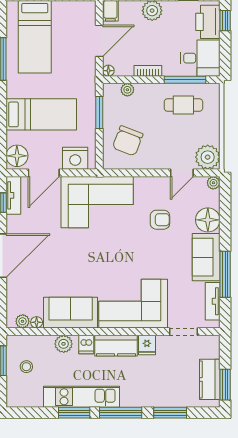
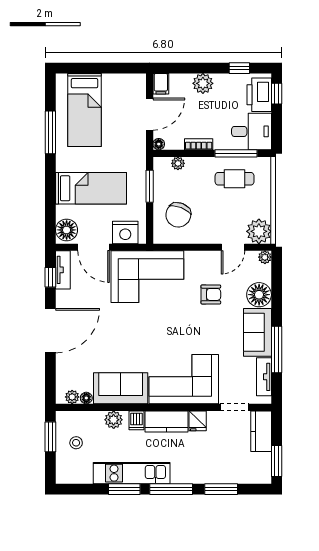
door: (44, 173) -> (94, 247), hinge flipped
kitchen counter: (210, 379) -> (261, 431), moved

